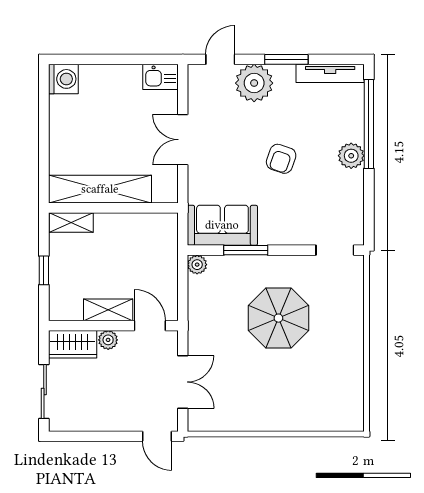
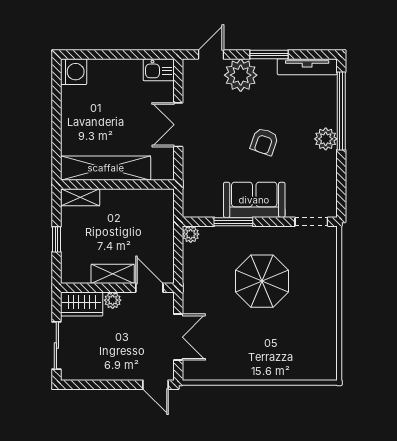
sofa: (222, 225) -> (254, 200), moved

